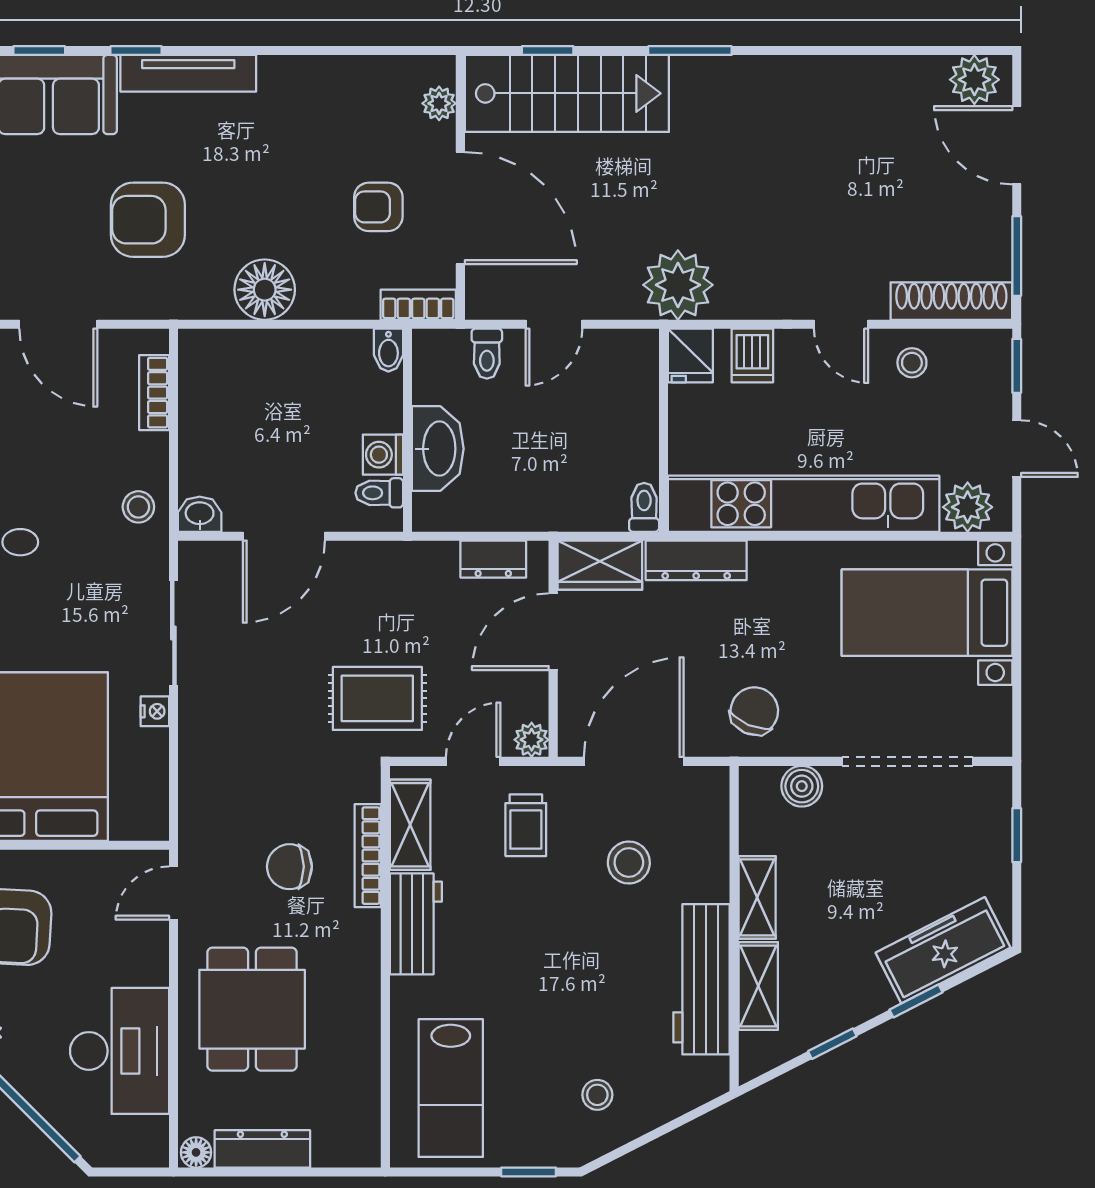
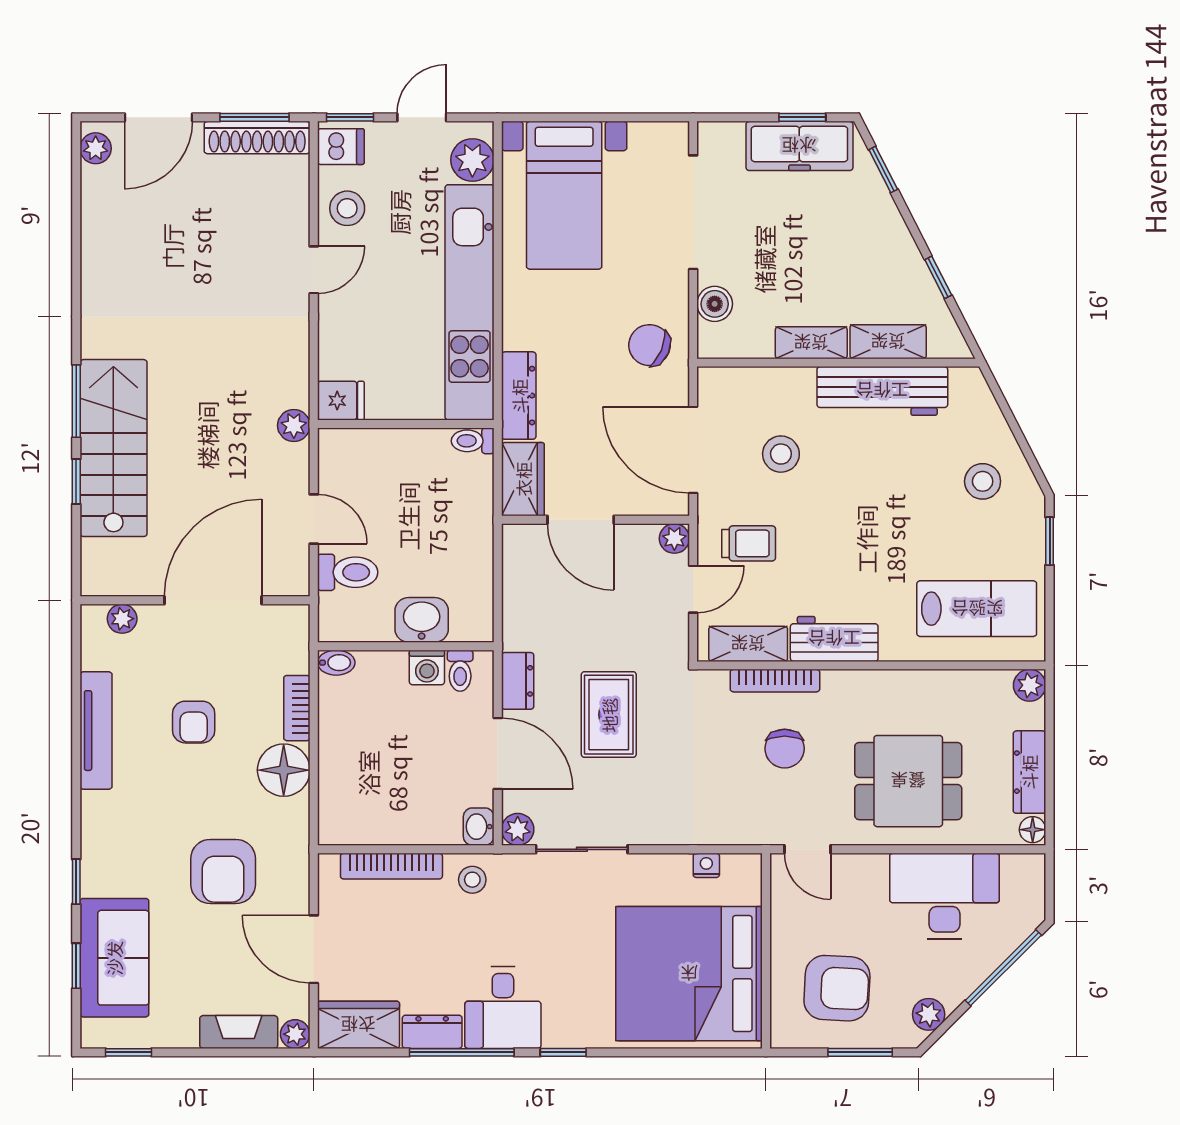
window: (548, 51) -> (76, 482), moved
tv unit: (188, 73) -> (96, 731), moved
plant: (974, 80) -> (96, 148), width x0.73, depth x0.73
stairs: (567, 93) -> (113, 448), moved
armchair: (378, 207) -> (194, 722), moved
plant: (678, 285) -> (294, 426), width x0.53, depth x0.53
shoe rack: (951, 301) -> (257, 138), moved, turned -90
bookcase: (418, 305) -> (297, 708), moved
door: (58, 324) -> (314, 949), swing flipped
toilet: (487, 354) -> (348, 572), width x1.37, depth x1.39
dishwasher: (752, 356) -> (341, 147), moved
stool: (912, 363) -> (347, 208), width x1.37, depth x1.37
bookcase: (154, 393) -> (391, 866), width x1.56
washbasin: (438, 449) -> (422, 620), width x0.72
plant: (196, 559) -> (518, 829), added
dresser: (493, 559) -> (518, 681), moved
rug: (377, 698) -> (609, 715), moved
nightstand: (155, 711) -> (706, 865), moved
door: (473, 761) -> (693, 589), swing flipped
window: (1017, 835) -> (802, 117), moved
freezer: (943, 950) -> (799, 146), moved, turned -63
window: (916, 1001) -> (883, 170), moved
stool: (597, 1095) -> (983, 481), width x1.37, depth x1.37
plant: (362, 1149) -> (1030, 685), added

